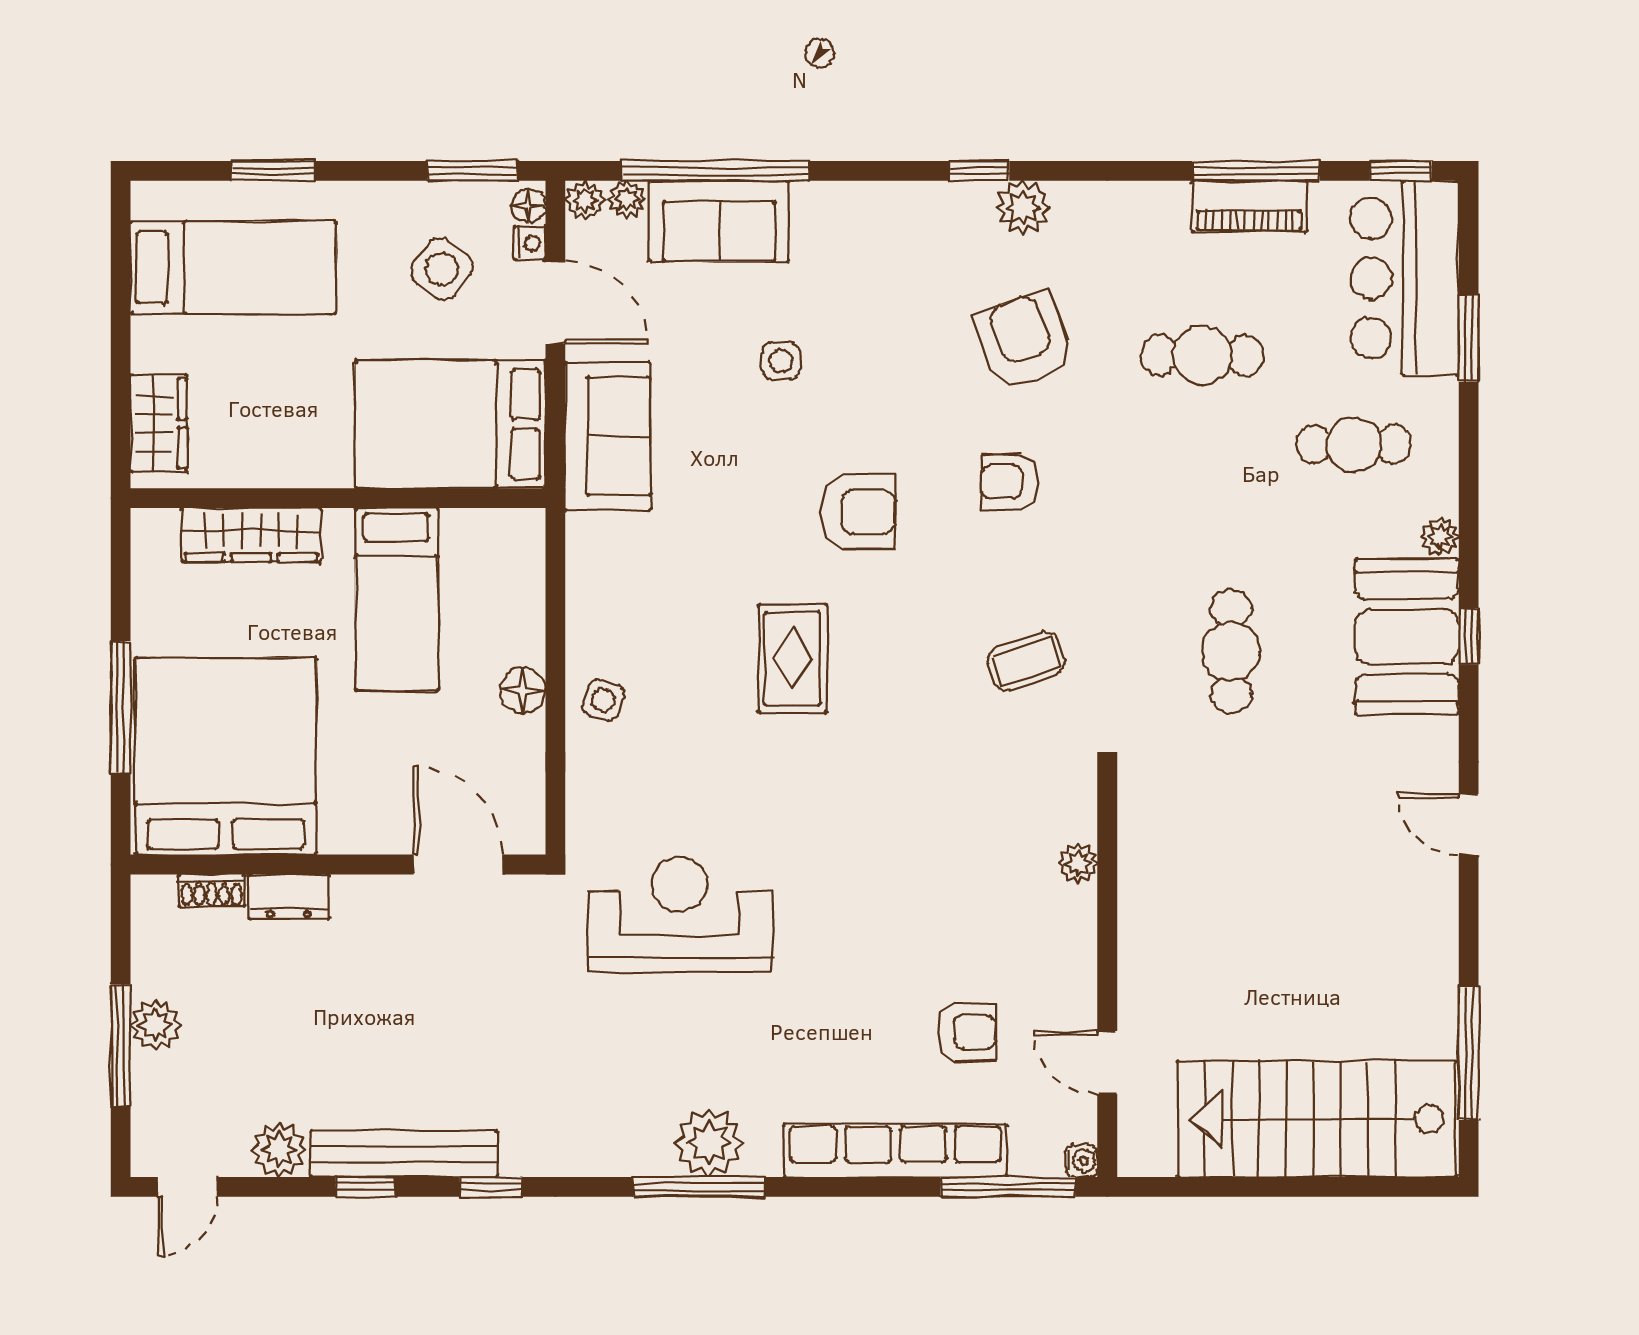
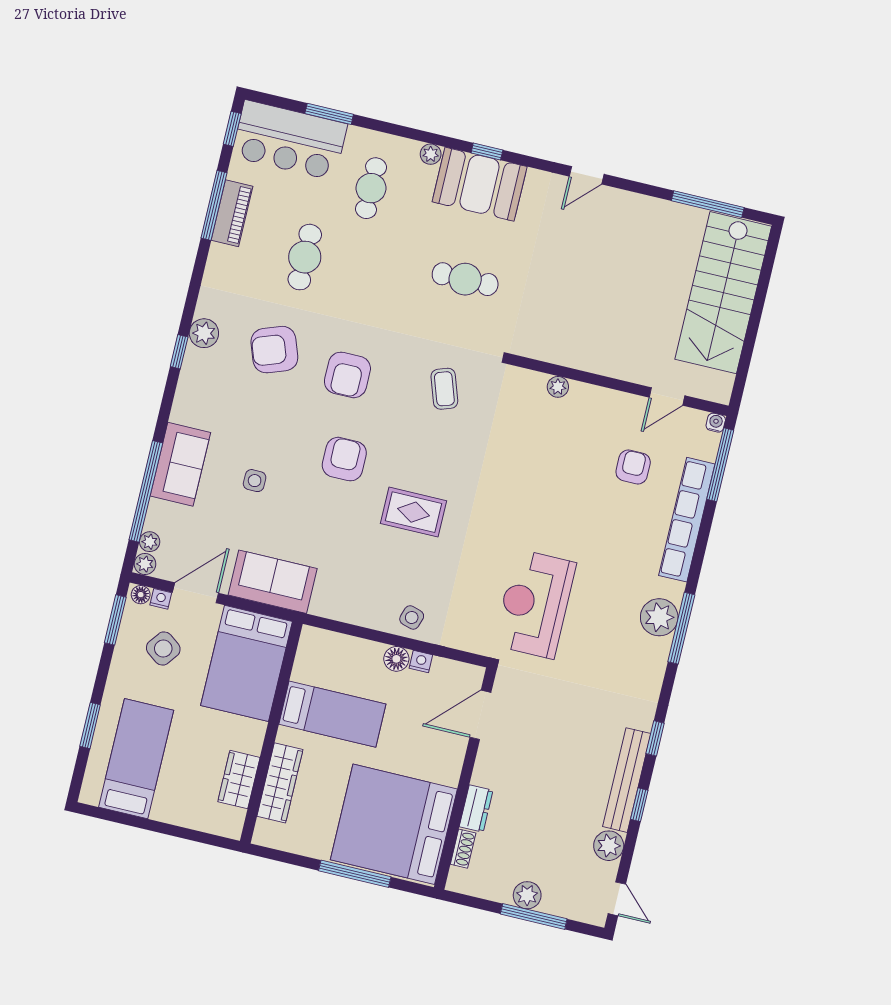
sofa: (719, 221) -> (180, 464), moved
wardrobe: (159, 423) -> (239, 780), moved, turned -90
armchair: (1010, 482) -> (347, 375), width x1.38, depth x1.38
nightstand: (528, 735) -> (421, 661), added

